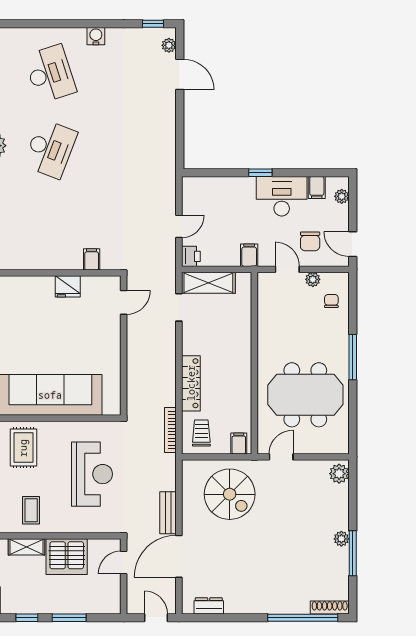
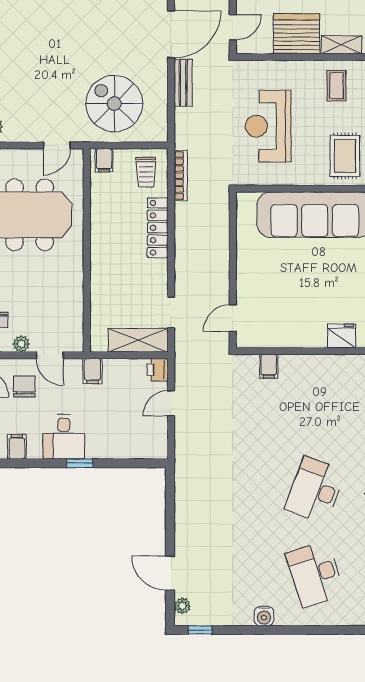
desk: (282, 196) -> (64, 437), width x0.73
fridge: (68, 286) -> (342, 336), moved

